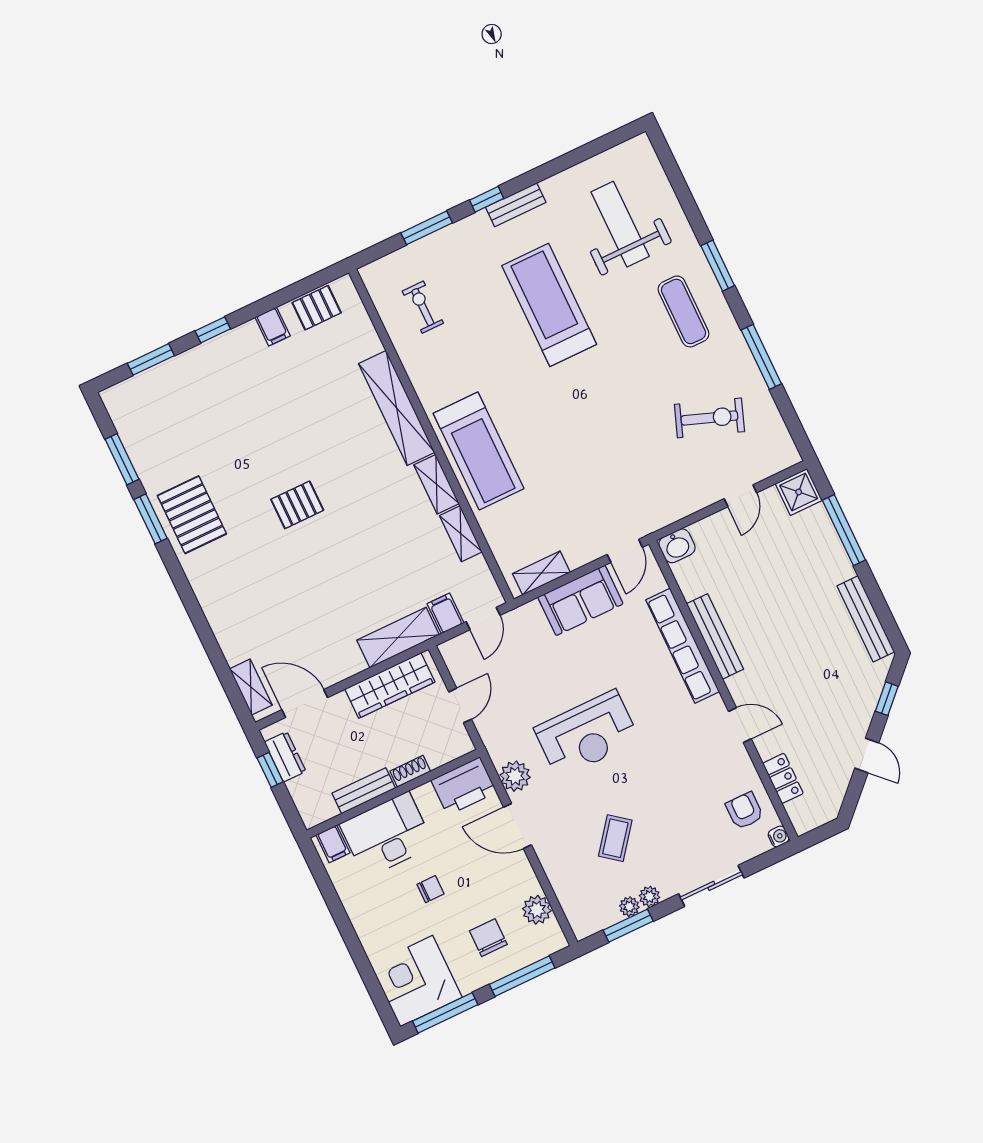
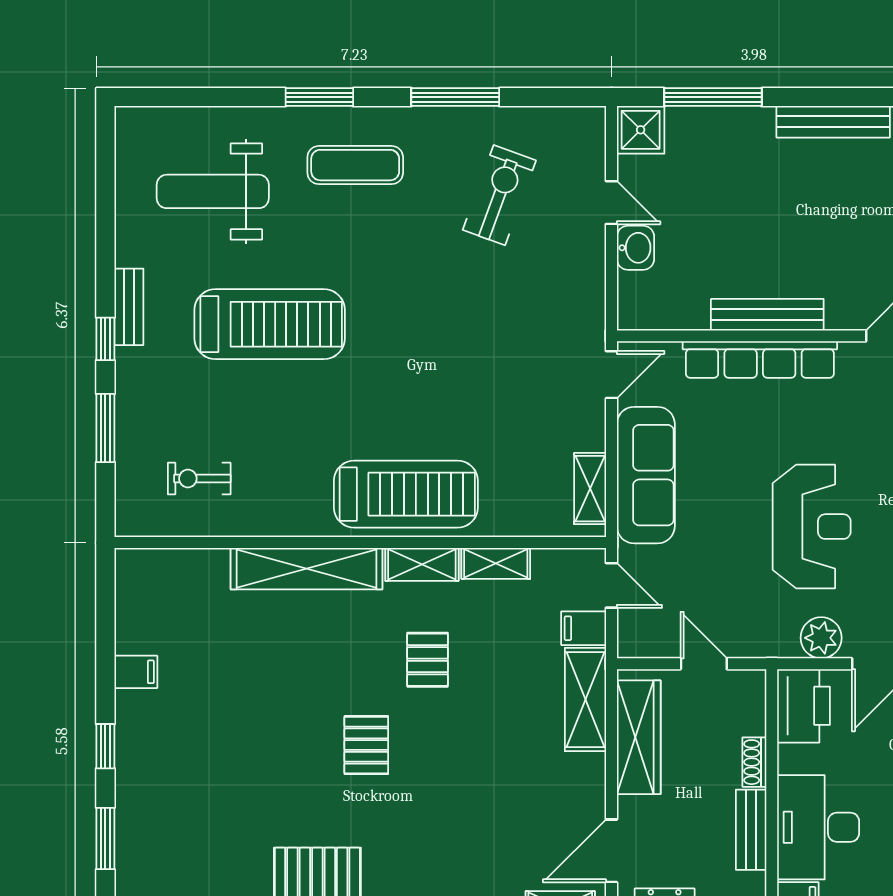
treadmill: (549, 305) -> (270, 324), turned 180
pallet: (317, 308) -> (428, 660), moved
washbasin: (677, 546) -> (635, 248), moved
door: (625, 551) -> (611, 375), hinge flipped
sofa: (580, 600) -> (646, 475), width x1.36

